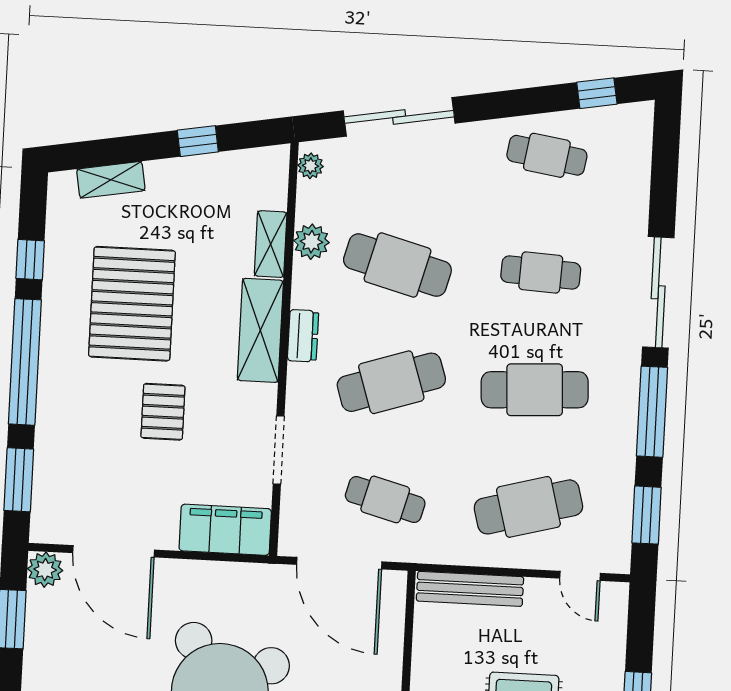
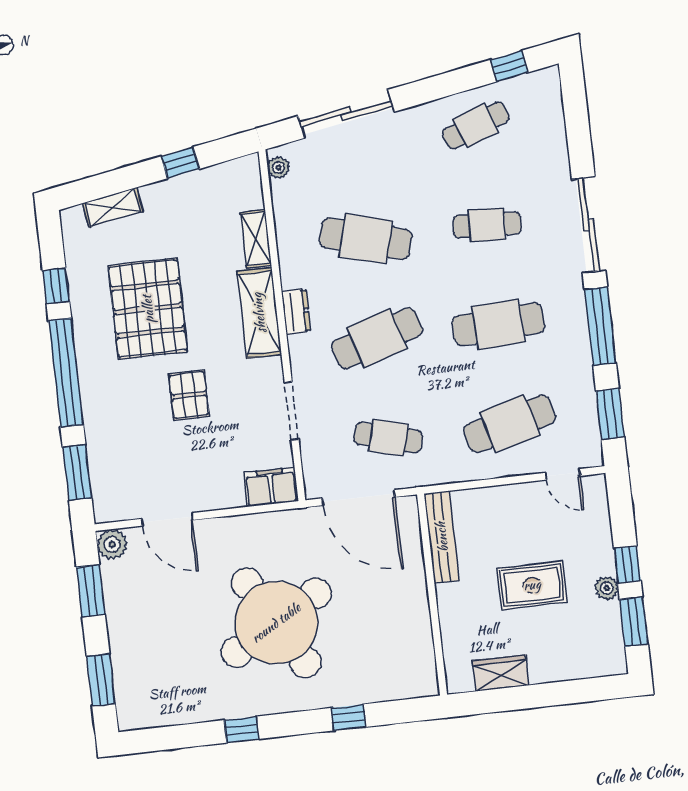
cafe table: (547, 155) -> (476, 125), turned -30
plant: (311, 242) -> (290, 231), removed
filing cabinet: (225, 530) -> (271, 487), width x0.67, depth x0.86
door: (114, 551) -> (167, 519), width x0.73
bench: (470, 589) -> (442, 537), moved, turned 90

